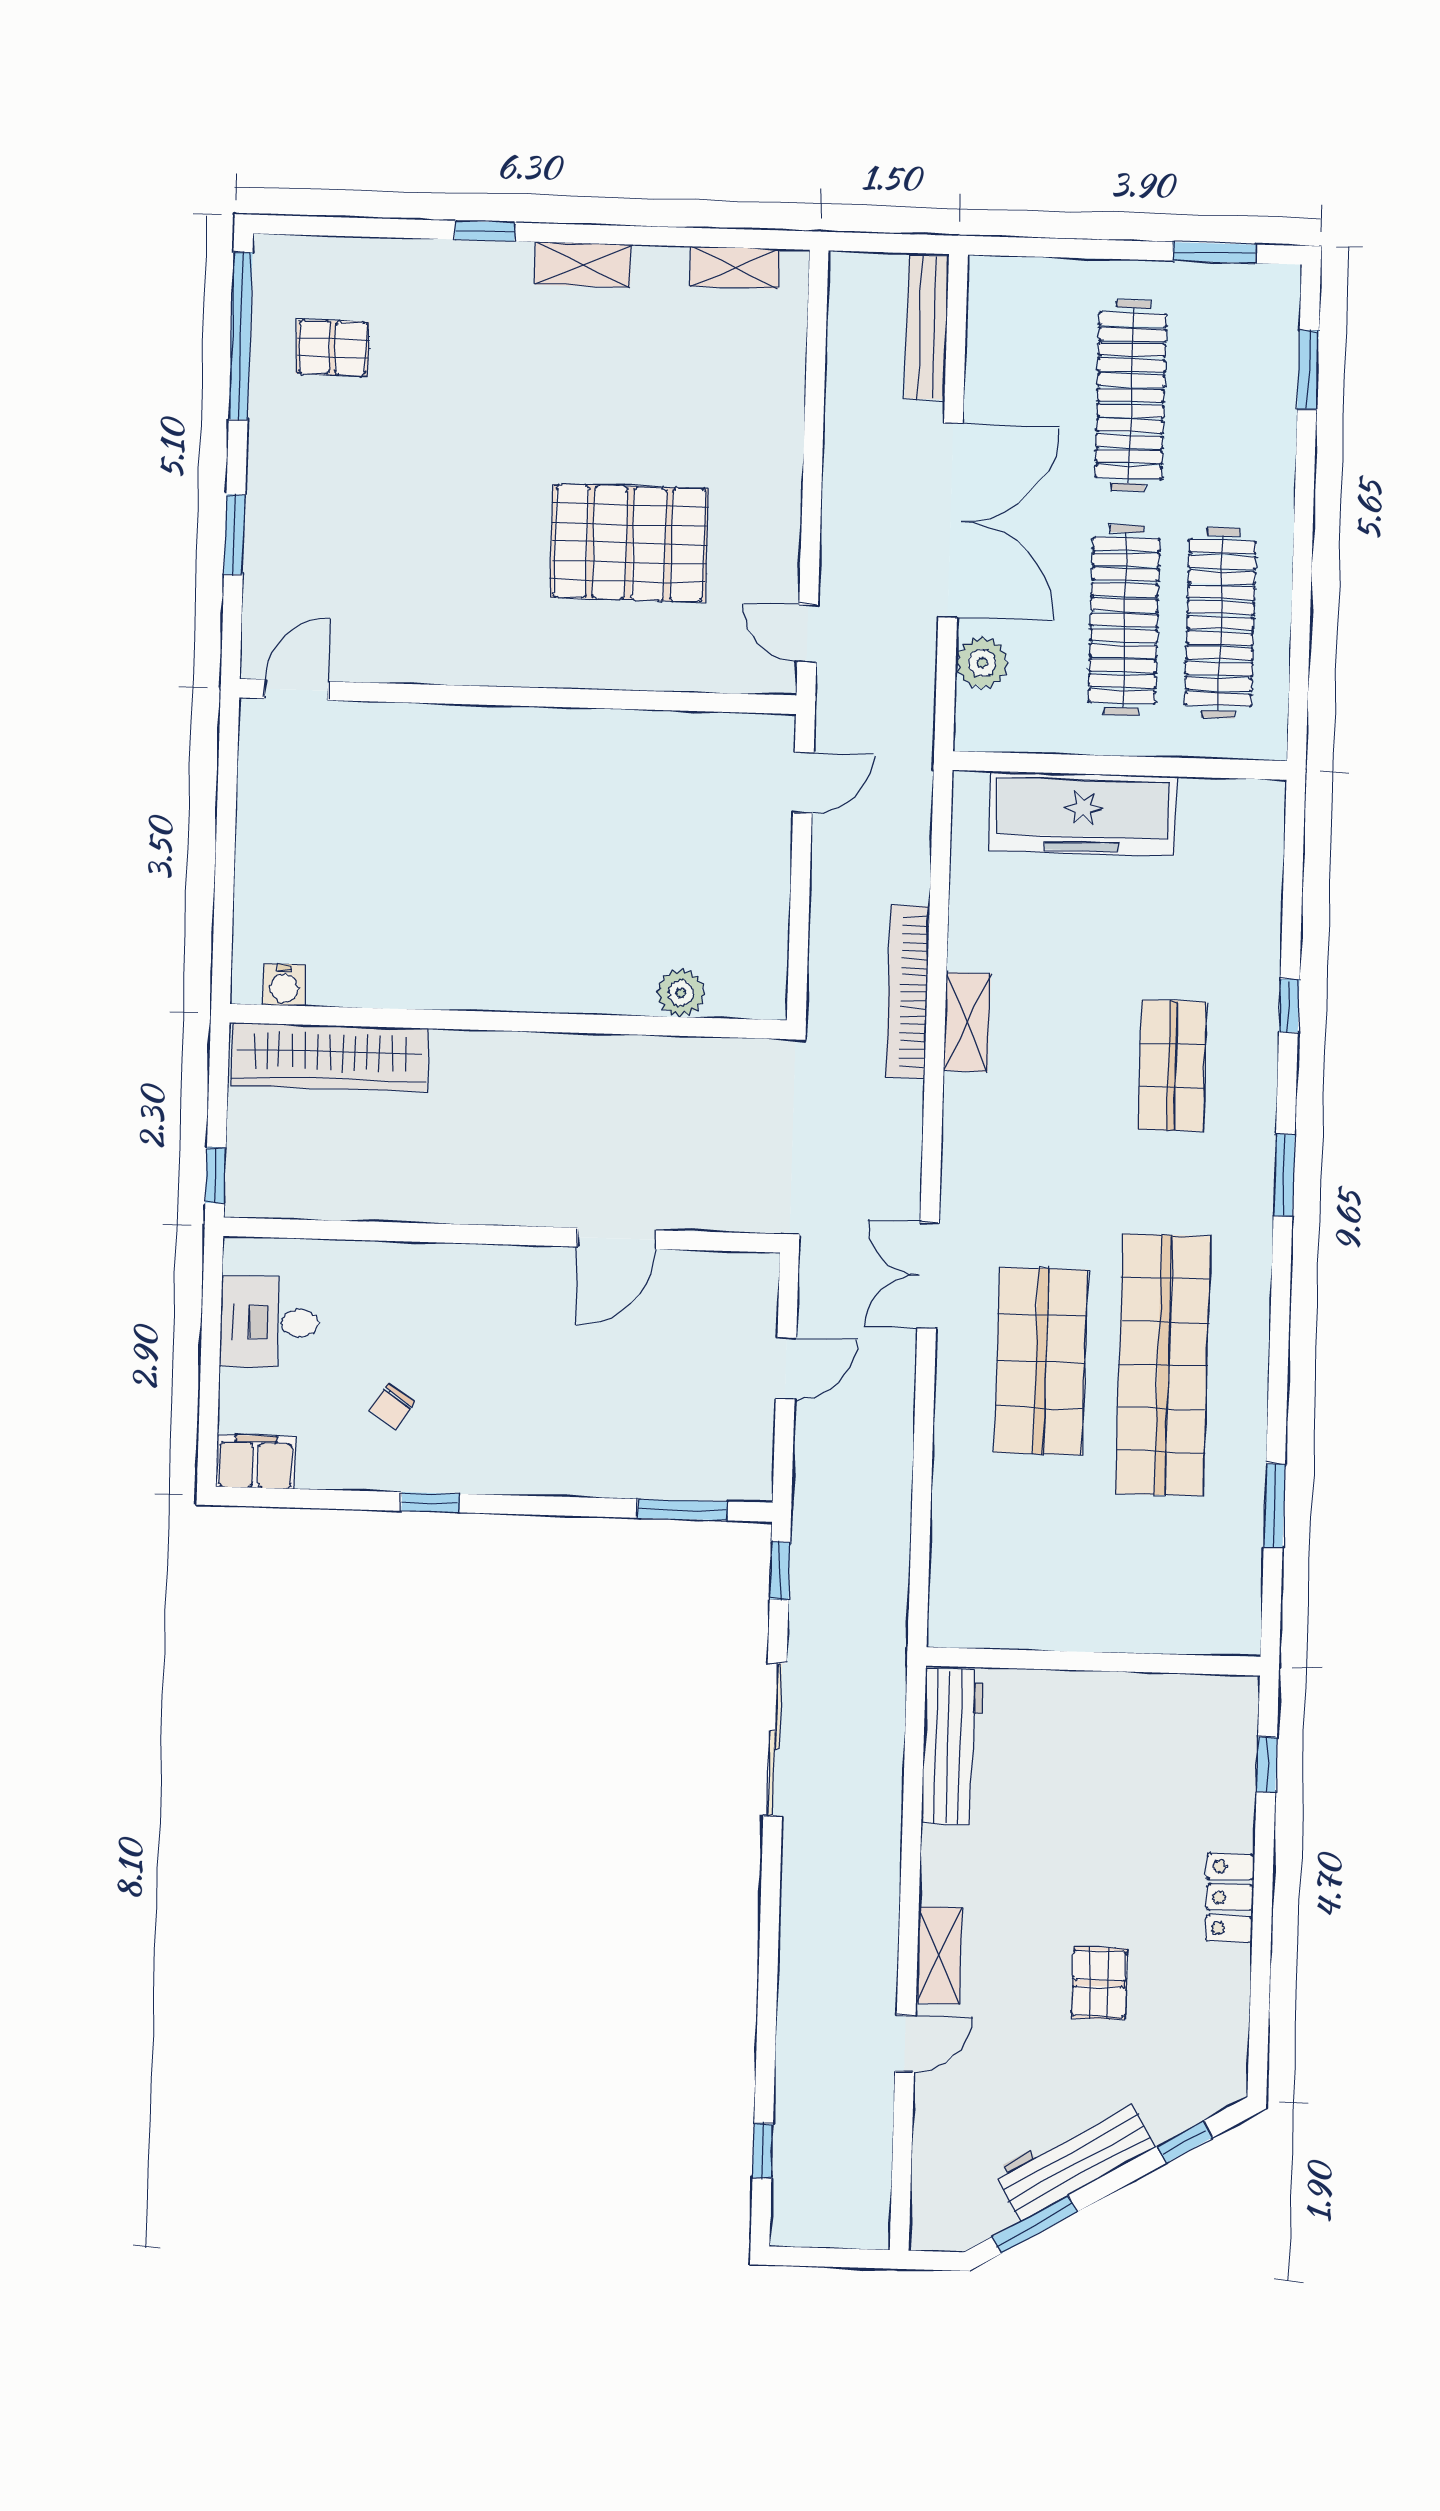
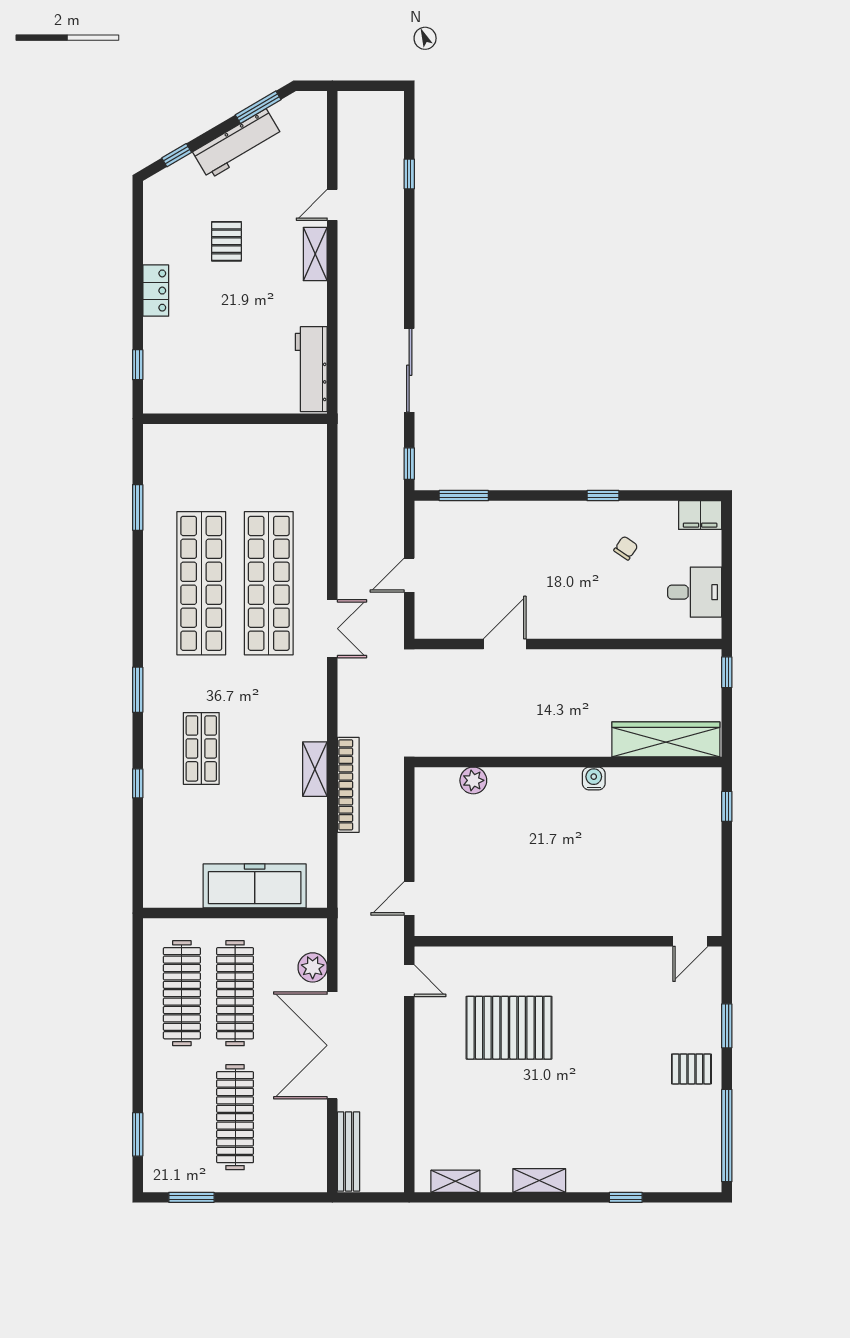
window: (485, 231) -> (626, 1197), moved
pallet: (333, 348) -> (691, 1069), moved
window: (223, 932) -> (727, 806), added
water cooler: (284, 985) -> (594, 778), moved
shop shelf: (1041, 1361) -> (269, 583), width x1.40
window: (763, 2151) -> (409, 174), moved

